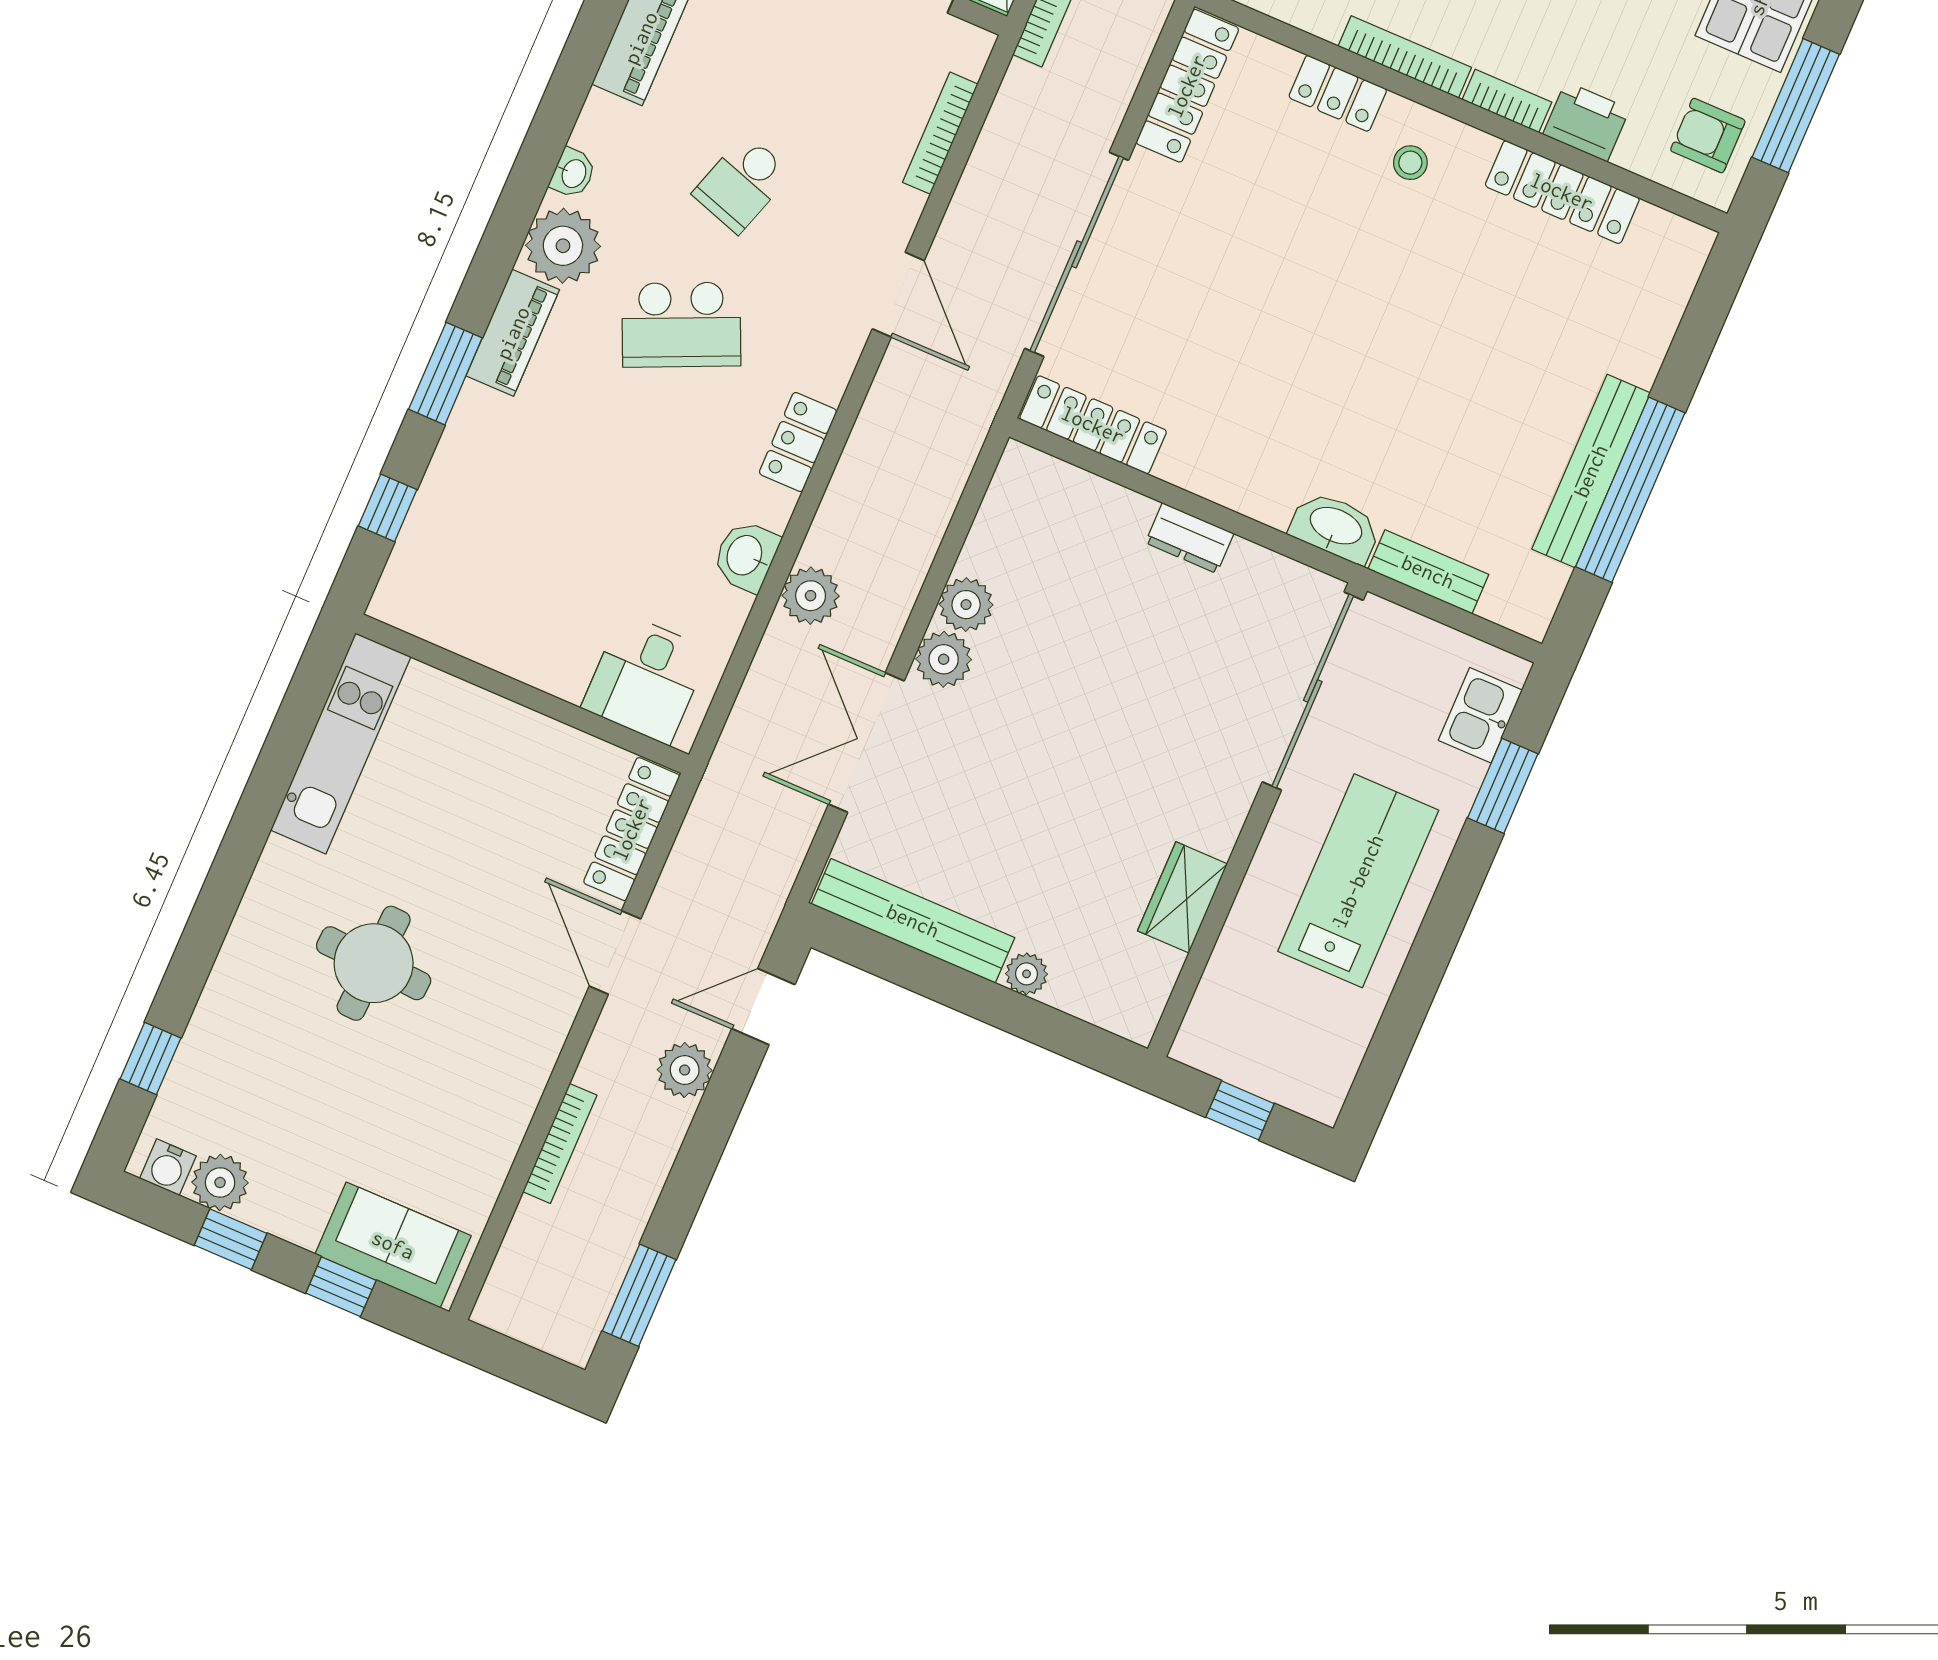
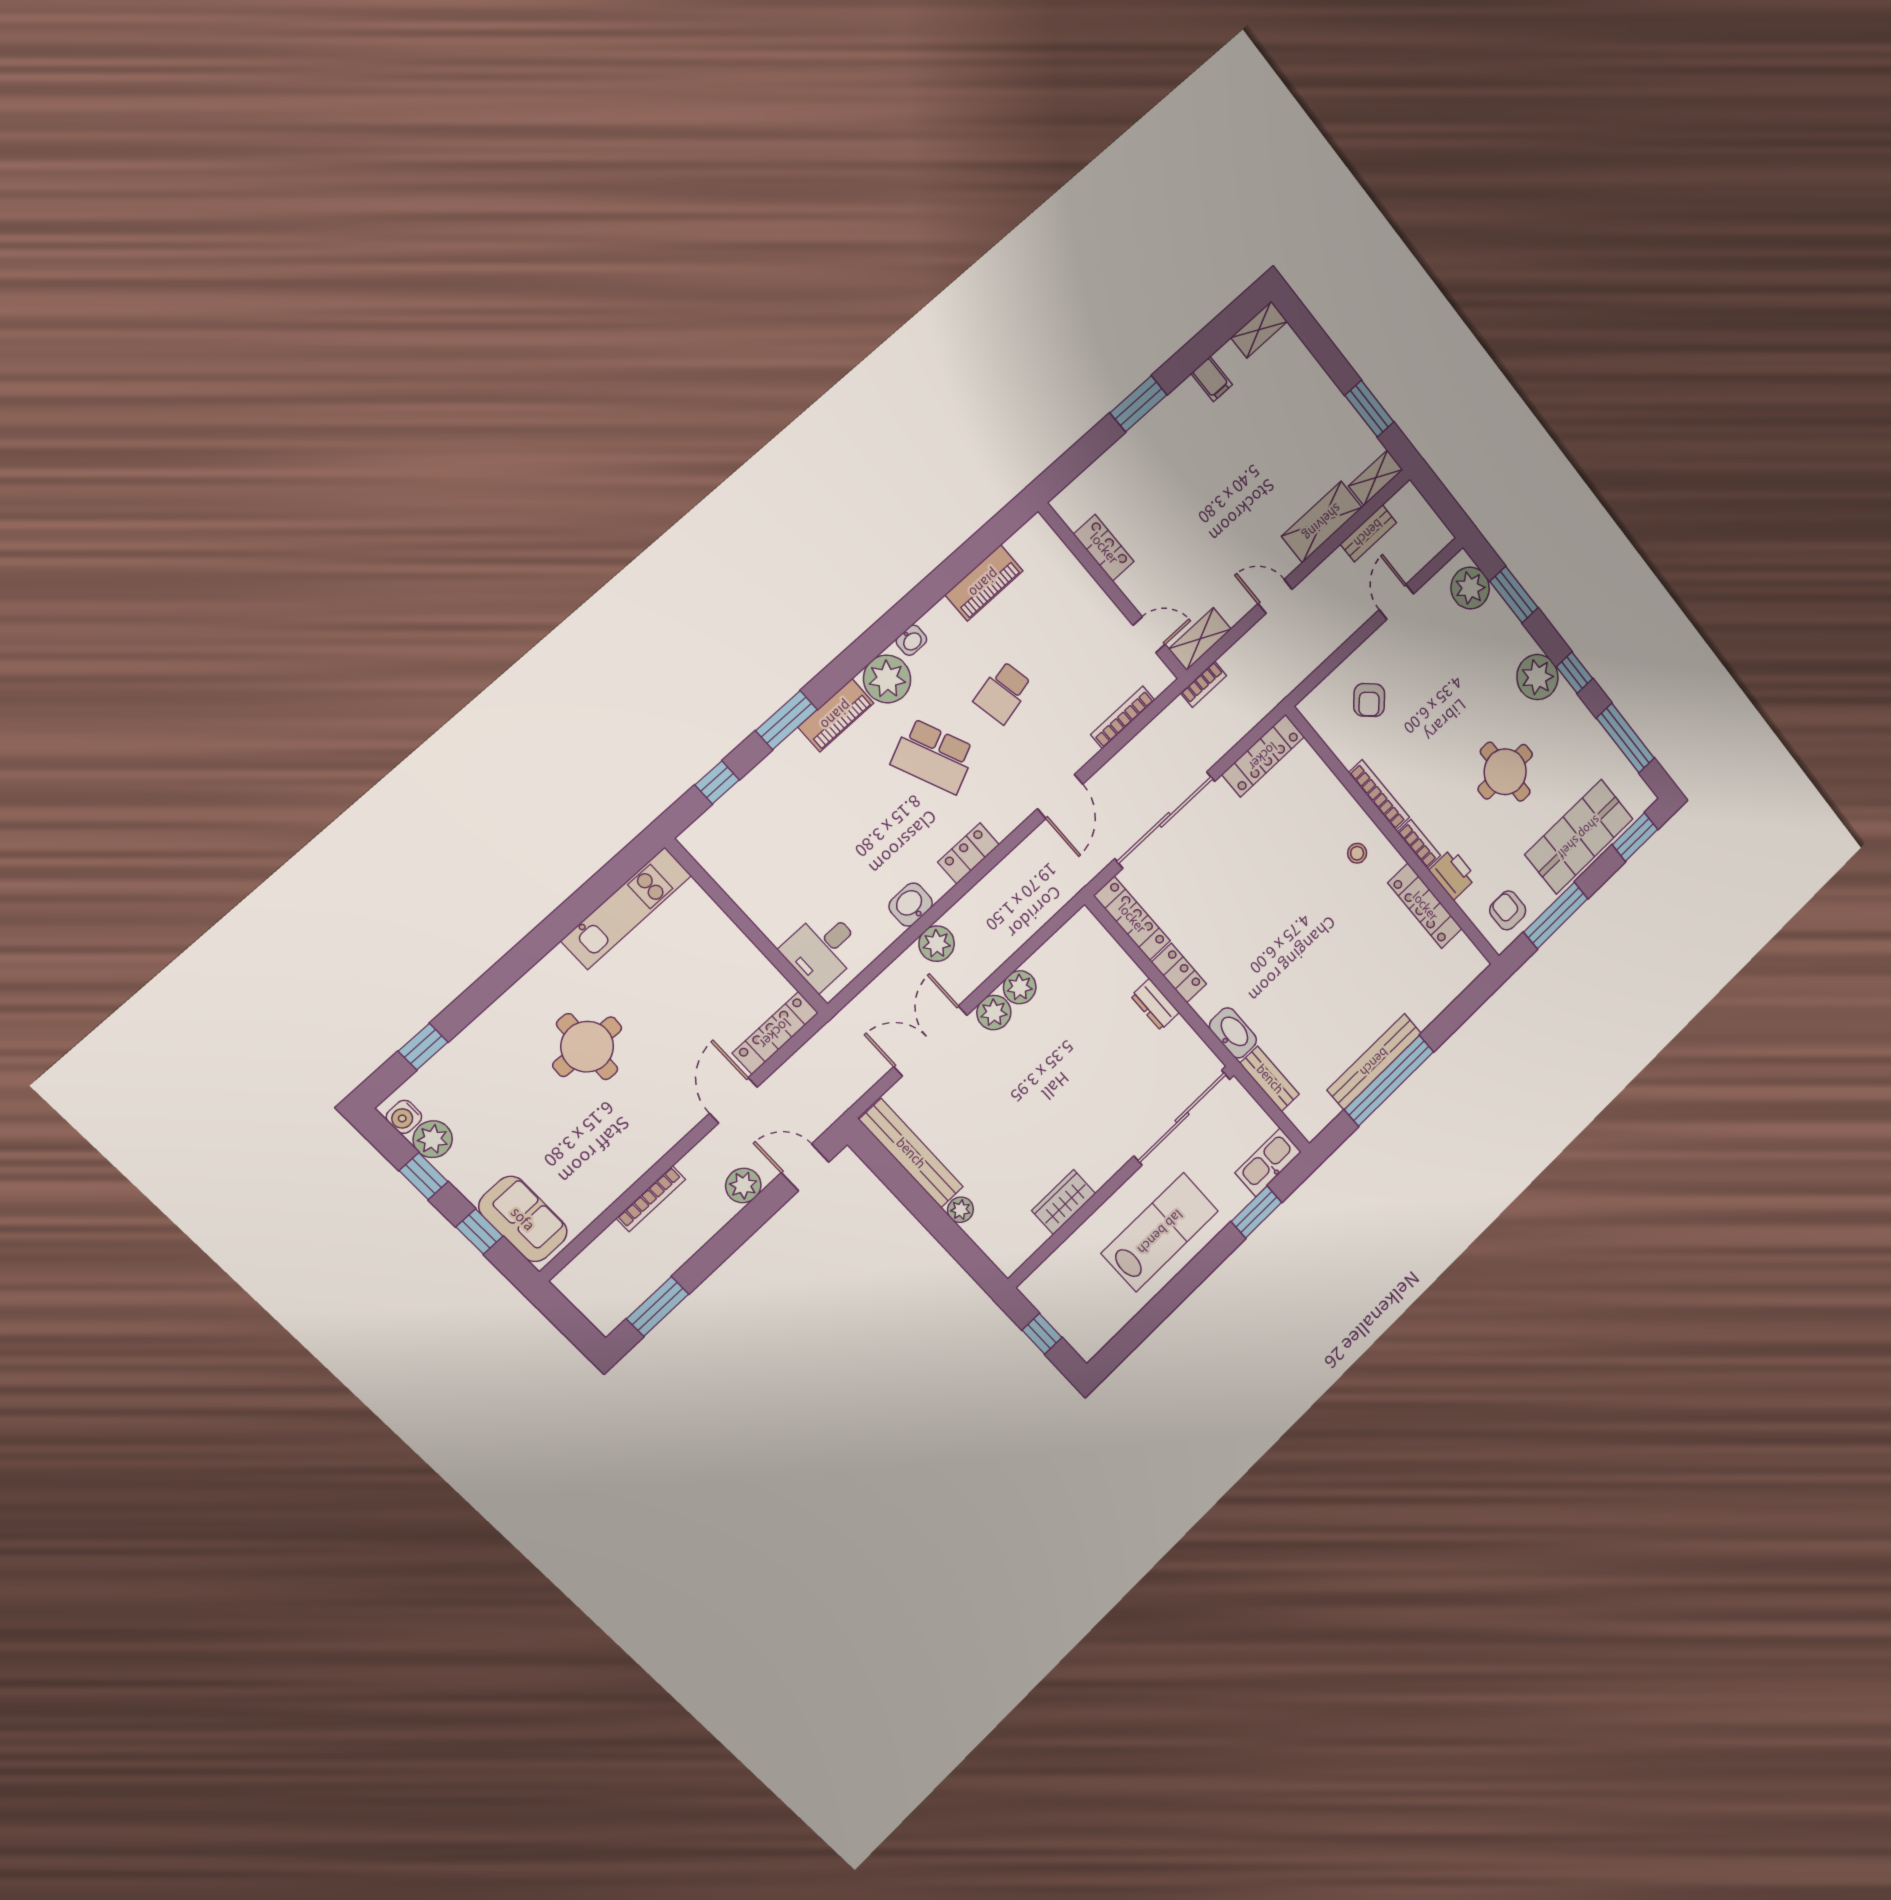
locker: (1338, 93) -> (1179, 973), moved, turned 180
school desk: (742, 184) -> (1003, 693), turned -30
kitchen sink: (1480, 715) -> (1268, 1162), width x1.38

